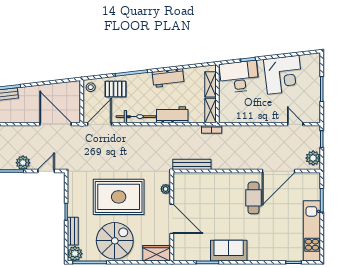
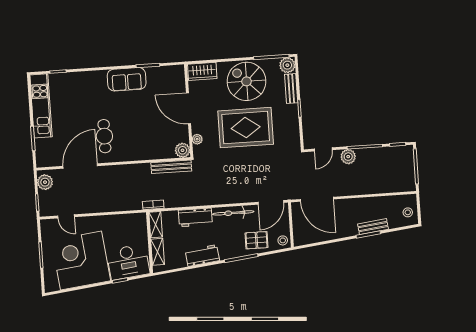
corner desk: (283, 75) -> (81, 261), width x1.36, depth x1.36
plant: (180, 179) -> (183, 150), added
spiral stairs: (115, 241) -> (247, 81), turned 90

